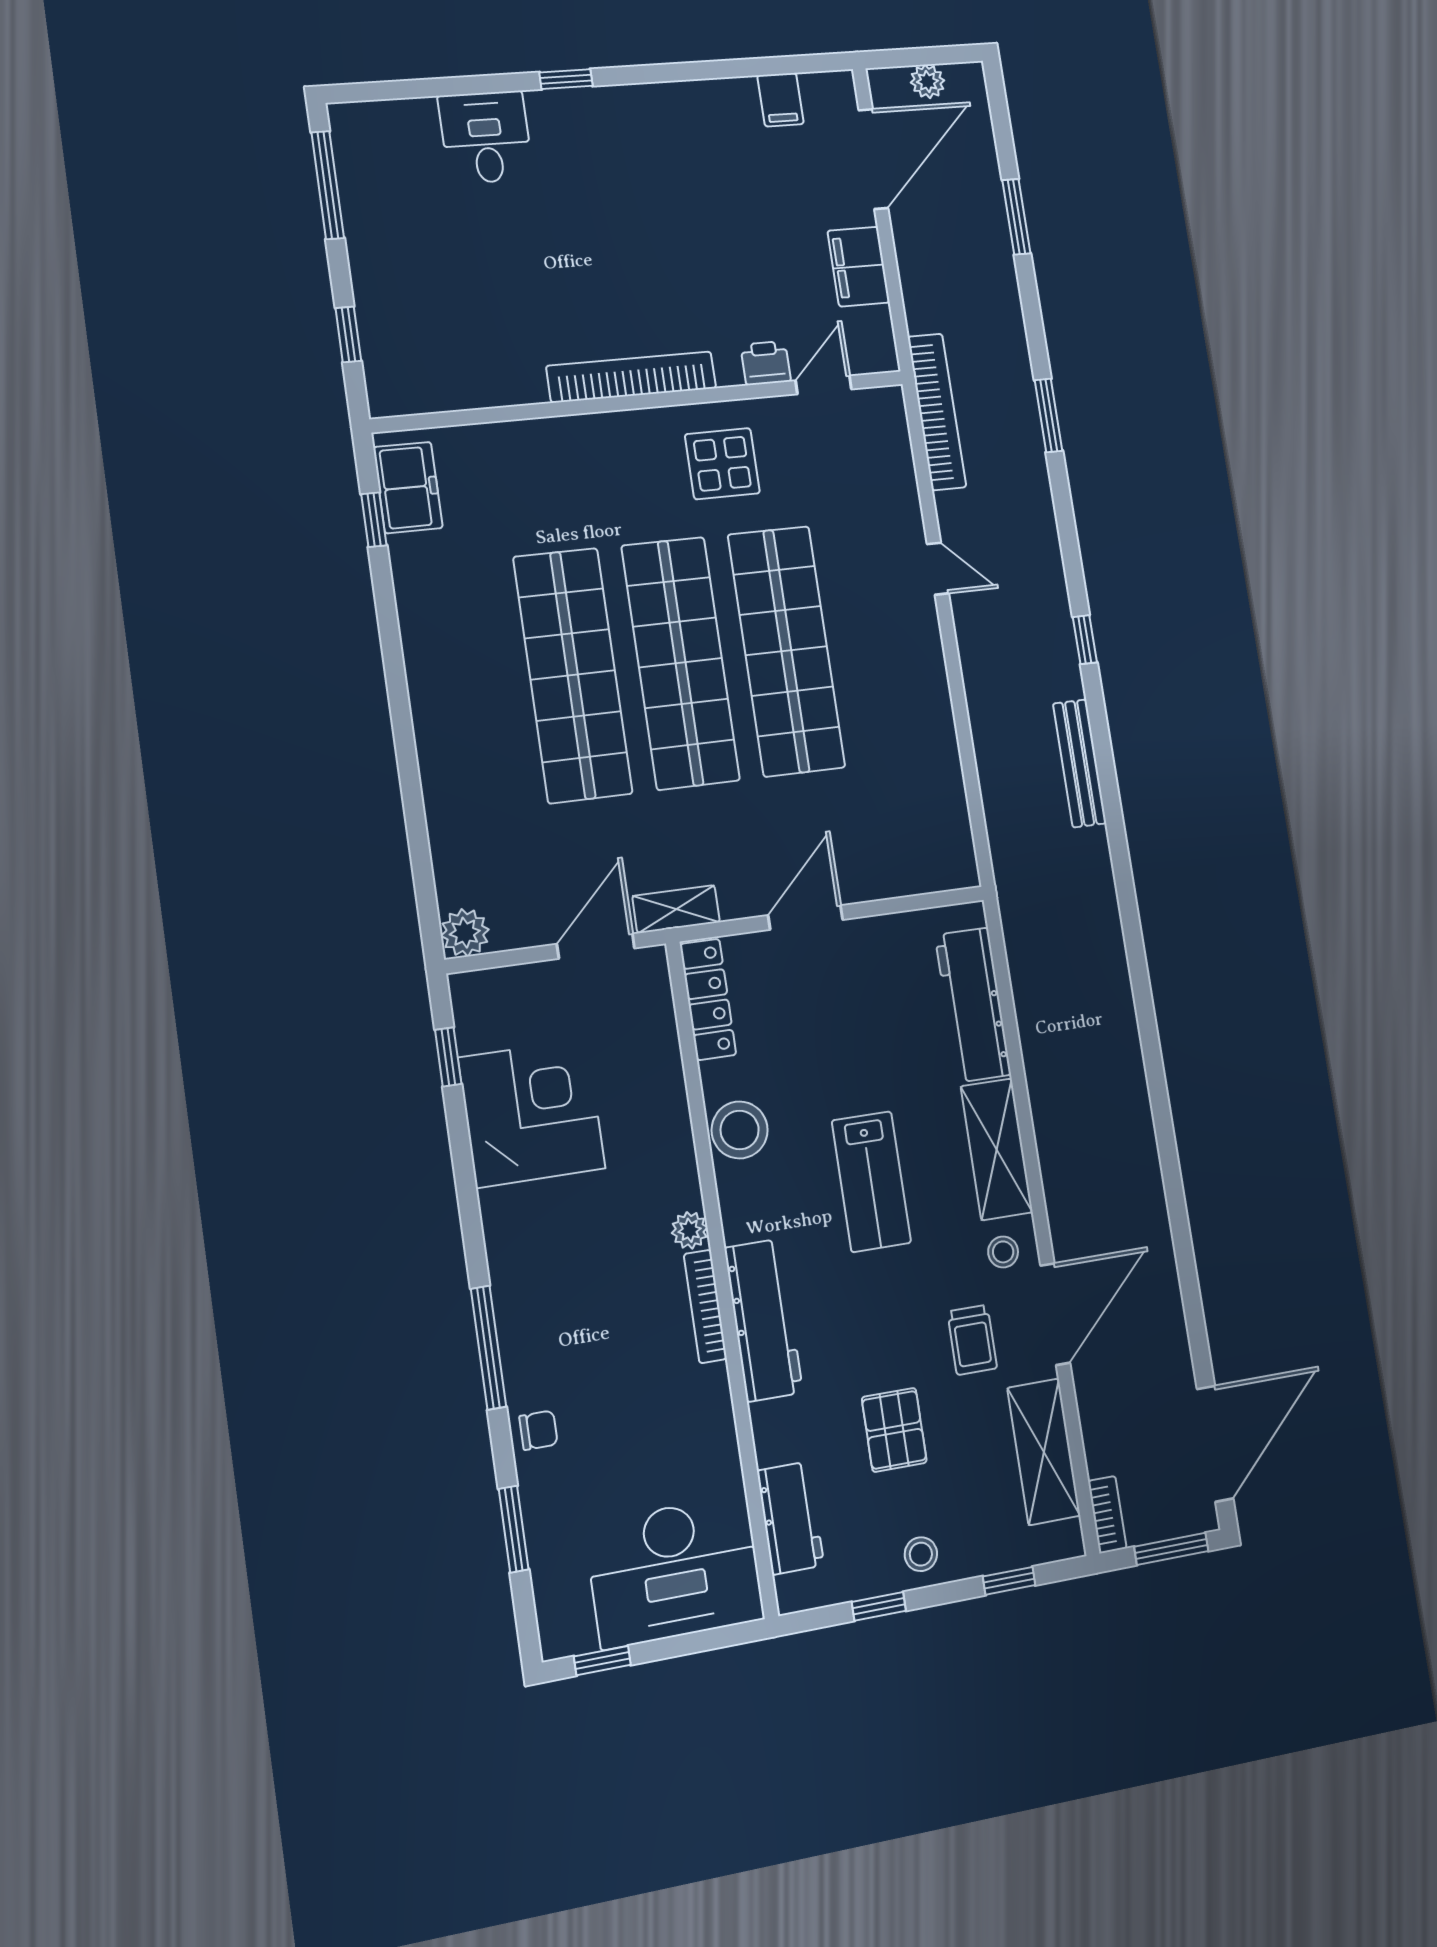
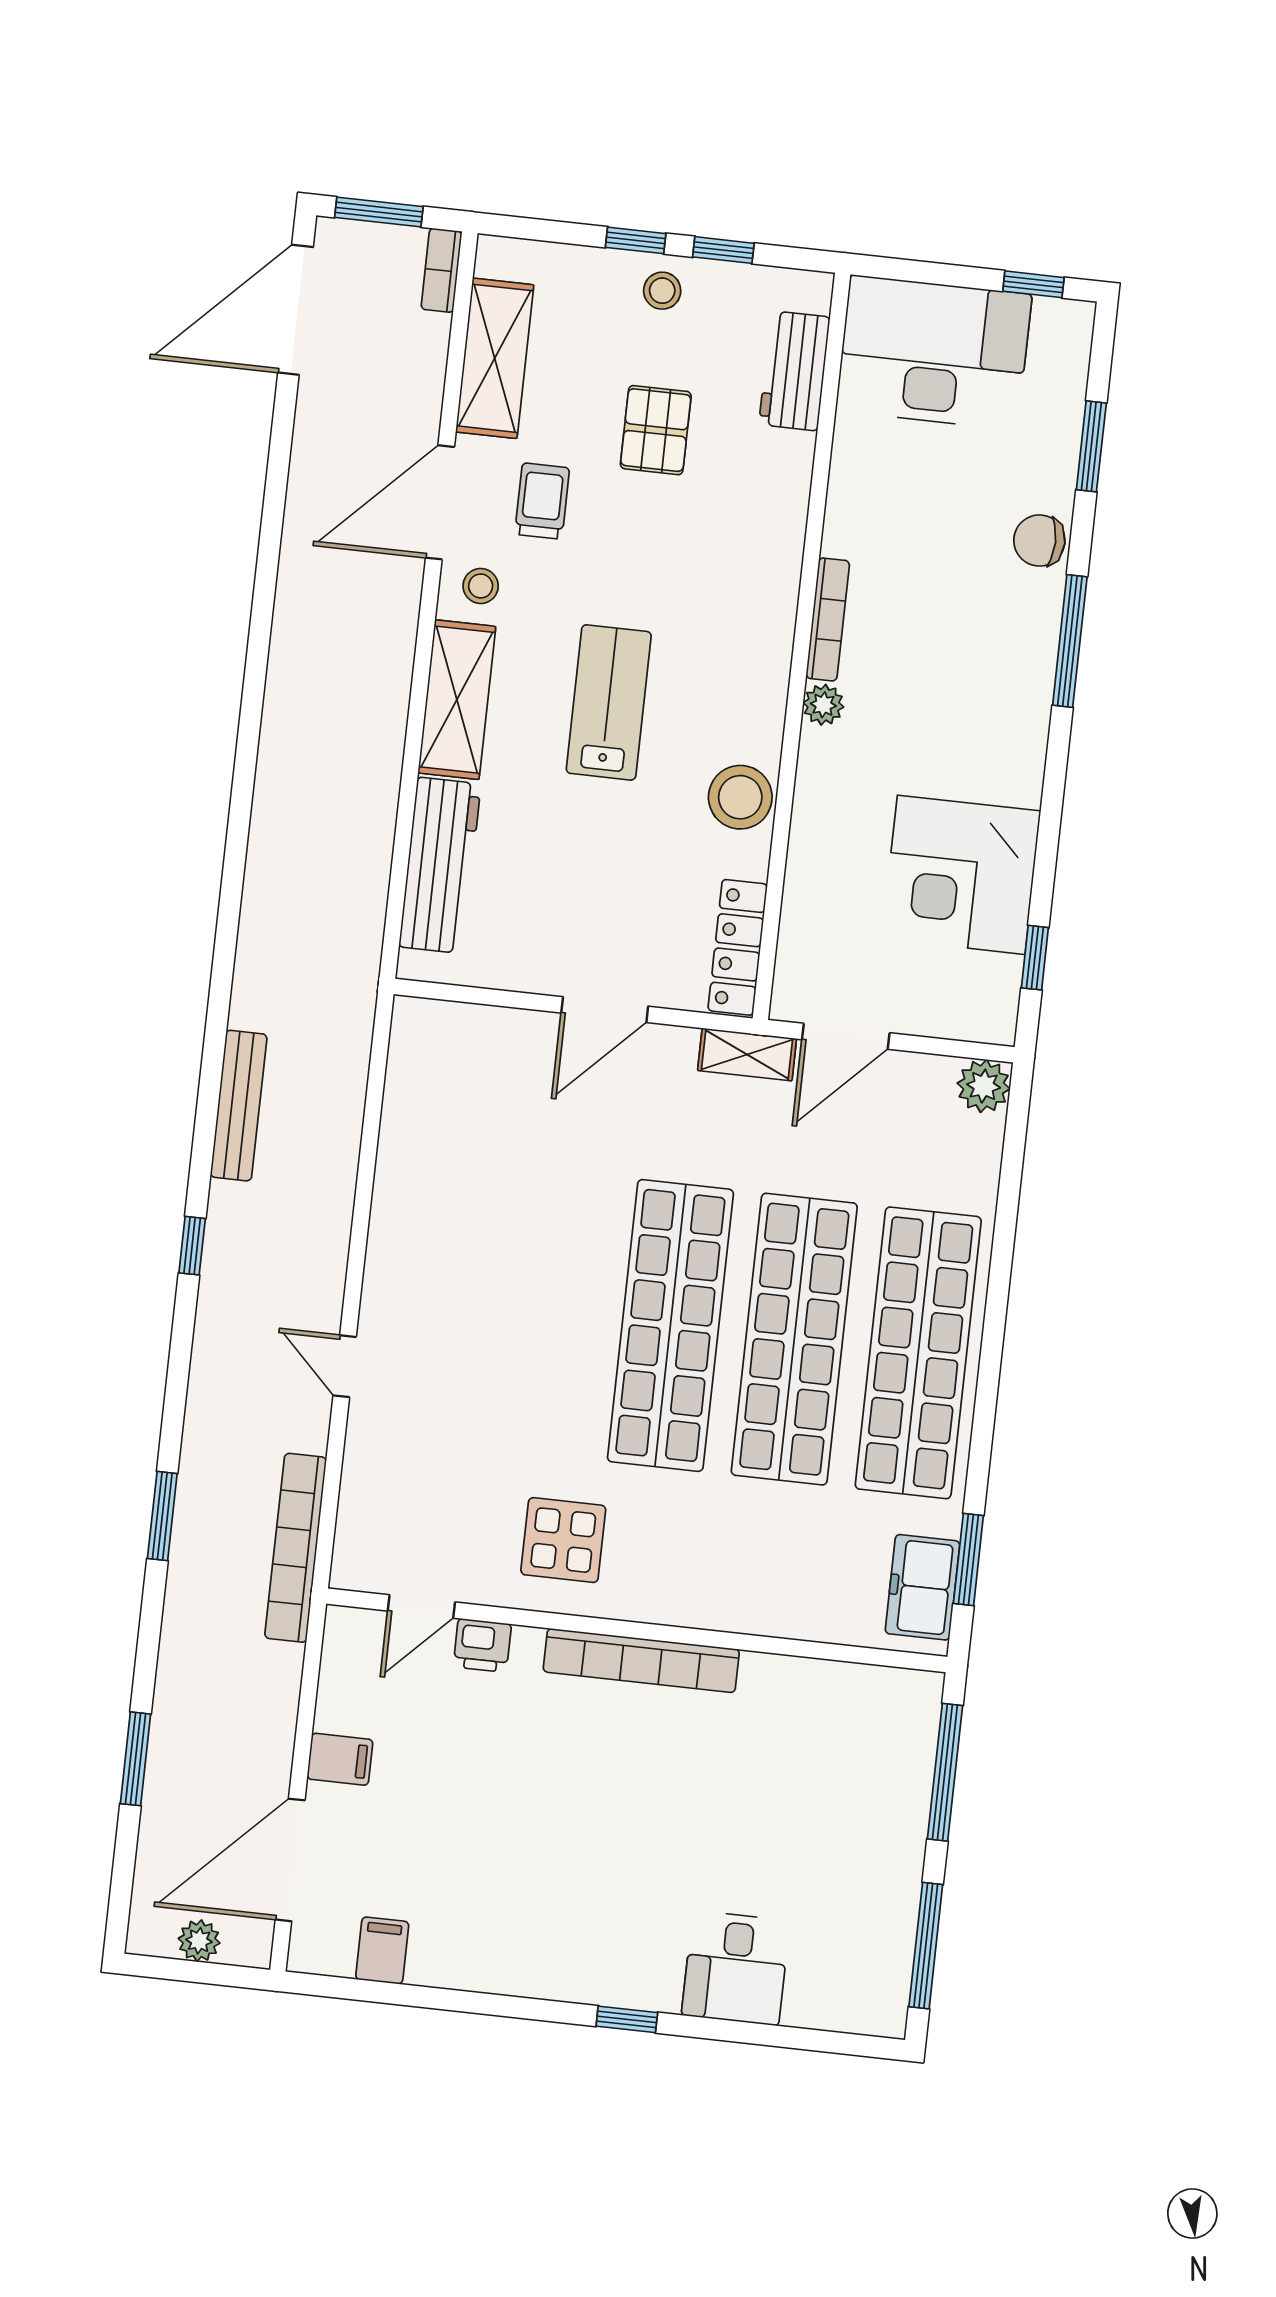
filing cabinet: (859, 267) -> (340, 1759), width x0.50
window: (348, 334) -> (945, 1772), width x2.17
window: (374, 520) -> (968, 1560), width x1.50
shop shelf: (786, 651) -> (918, 1353), moved
workbench: (764, 1320) -> (768, 587), removed
chair: (538, 1430) -> (1039, 541), width x1.37, depth x1.37
window: (1009, 1581) -> (636, 240), moved

